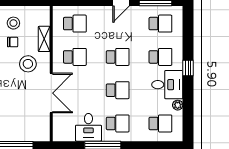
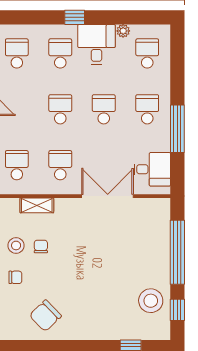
stool: (28, 64) -> (69, 227), removed
desk: (88, 127) -> (152, 169), moved

